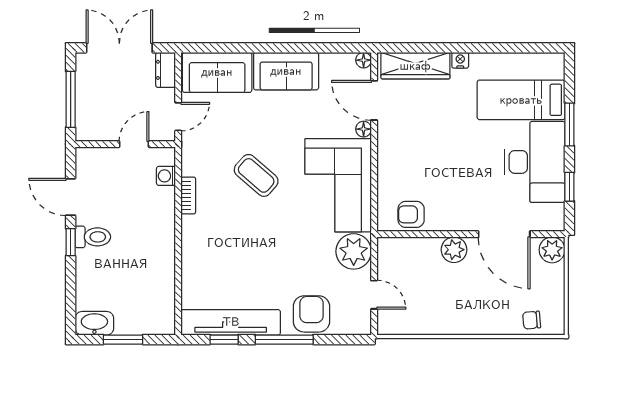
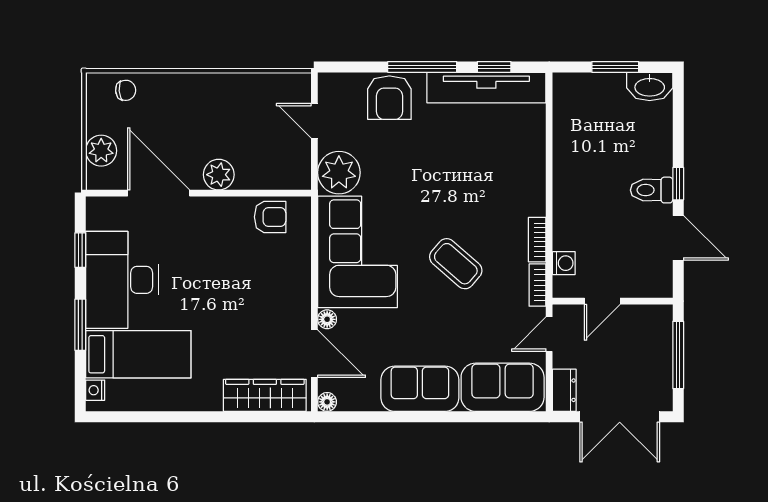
nightstand: (460, 60) -> (95, 390), moved, turned 90
bookcase: (188, 158) -> (538, 285), added
plant: (552, 250) -> (101, 151), moved

